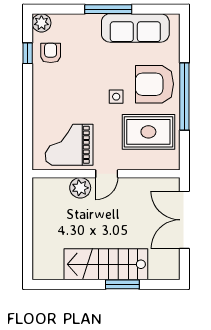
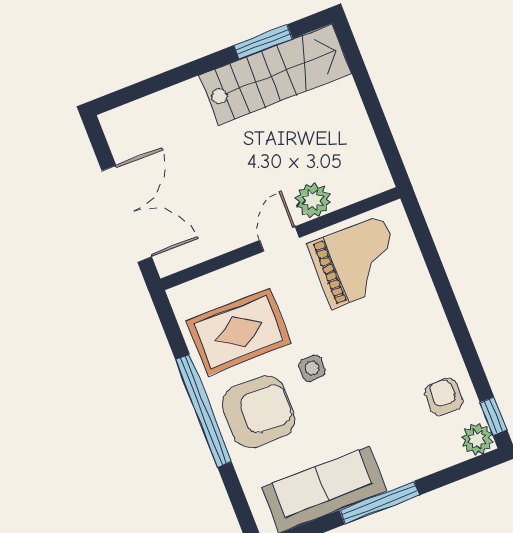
window: (28, 53) -> (493, 416), moved
armchair: (51, 53) -> (444, 397), turned 180
stairs: (106, 264) -> (275, 74), moved
window: (122, 284) -> (263, 42), moved

